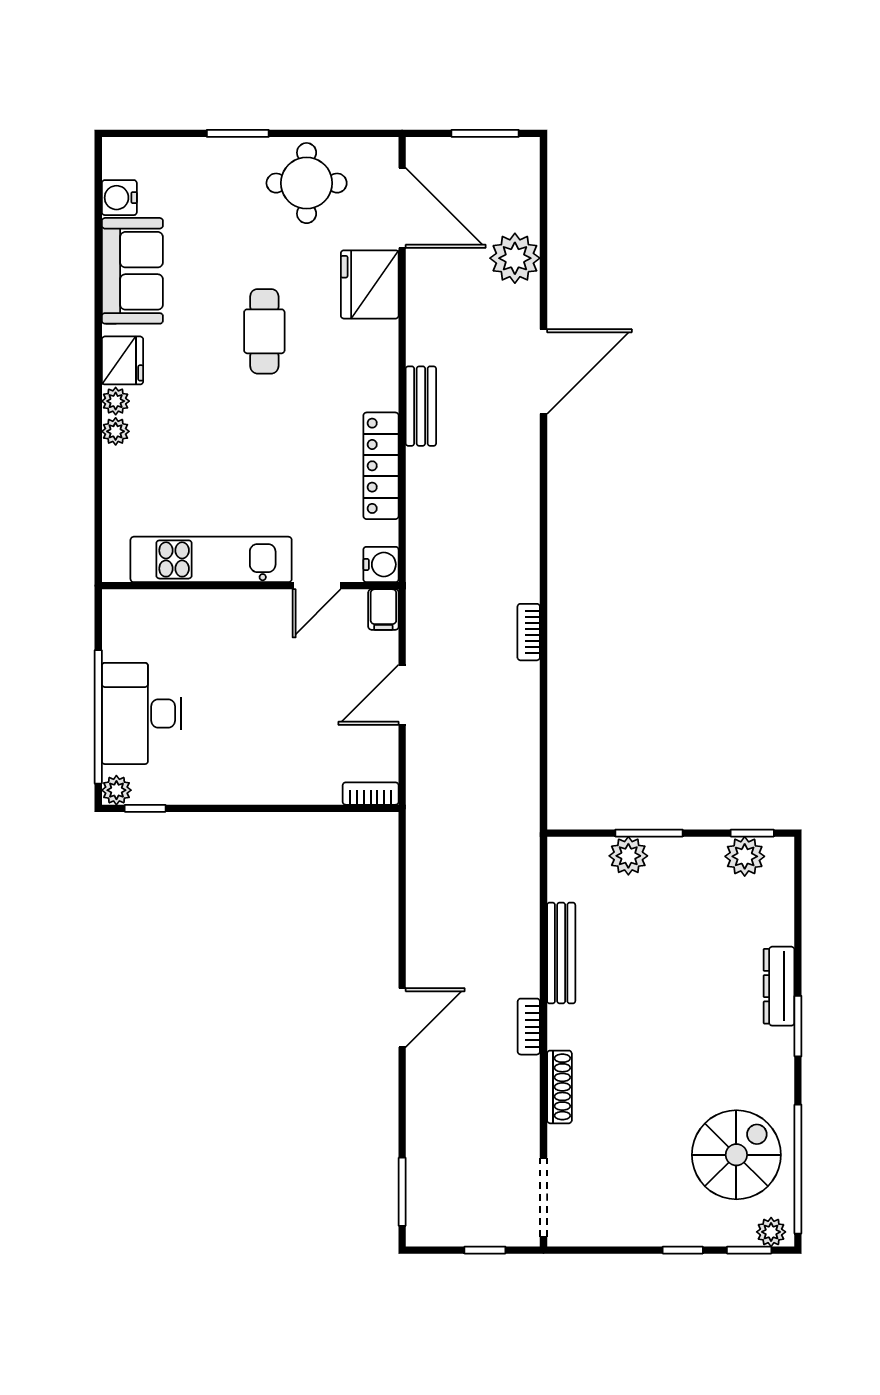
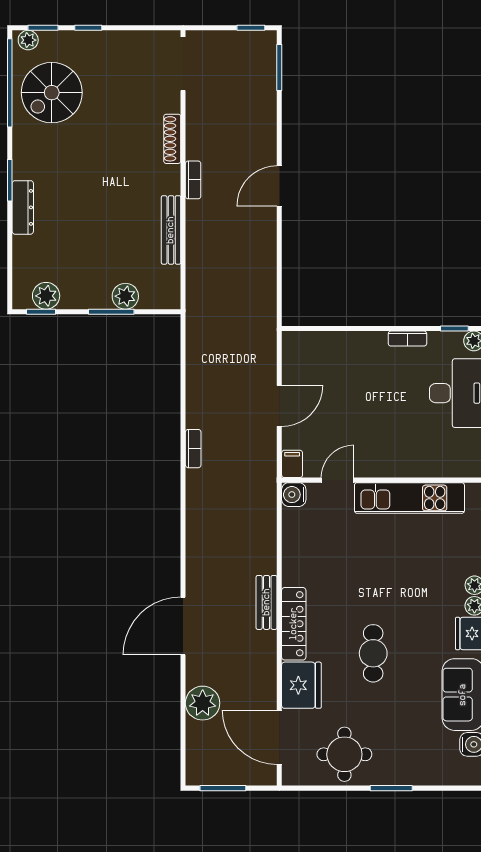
locker: (381, 466) -> (294, 624), moved
bookcase: (371, 794) -> (407, 339), moved
window: (485, 1250) -> (251, 28), moved

